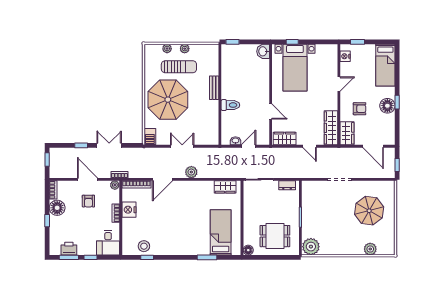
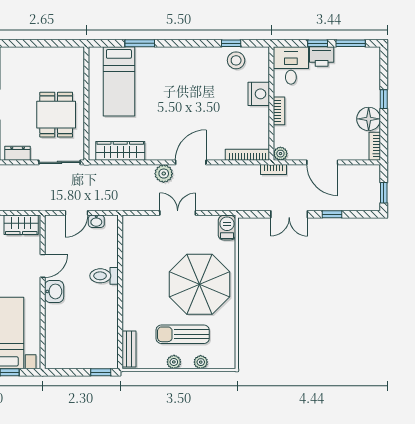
washbasin: (263, 51) -> (54, 291), moved
bench: (214, 88) -> (129, 349), moved
door: (271, 112) -> (43, 266), swing flipped
double door: (182, 146) -> (178, 213), swing flipped
door: (162, 179) -> (191, 162), moved
wardrobe: (225, 187) -> (120, 151), width x1.50
armchair: (88, 201) -> (321, 129), removed
nightstand: (129, 210) -> (259, 94), moved
dining table: (275, 236) -> (56, 115), moved, turned 90
printer: (69, 249) -> (322, 57), moved
floor lamp: (248, 250) -> (77, 54), removed

